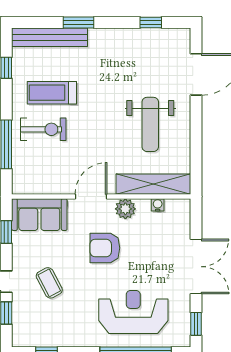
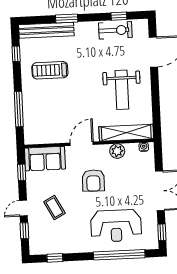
exercise bike: (43, 129) -> (115, 30), moved
water cooler: (158, 205) -> (144, 147), moved
plant: (125, 209) -> (117, 151), moved
armchair: (105, 248) -> (93, 181), turned -89
reception desk: (133, 312) -> (116, 226), turned 180

